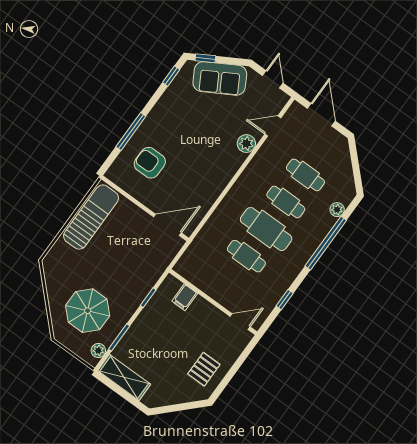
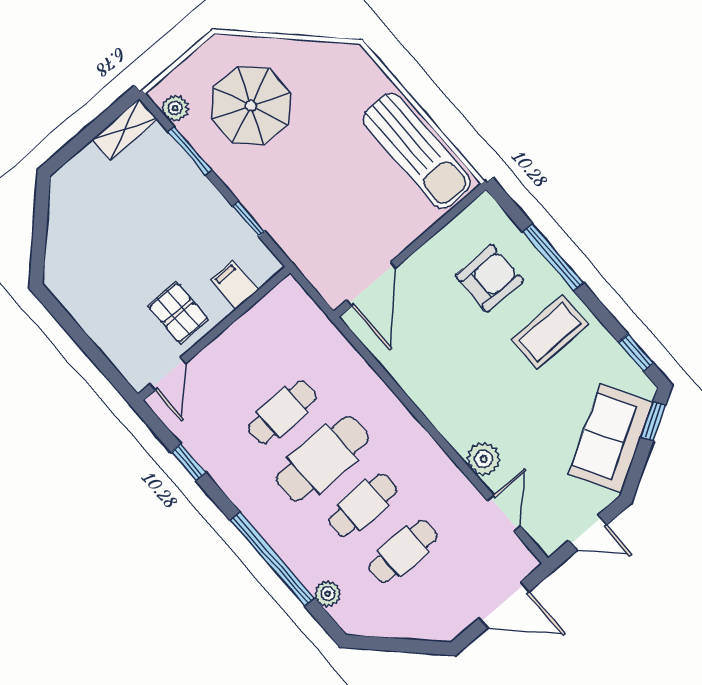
coffee table: (171, 124) -> (550, 332), added
pallet: (204, 369) -> (178, 313), moved
shelving: (124, 377) -> (125, 129), width x0.67, depth x0.75

